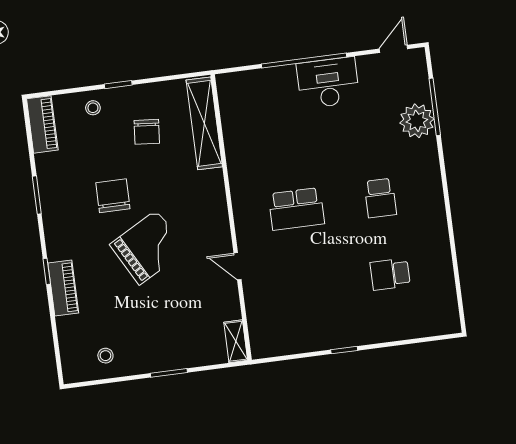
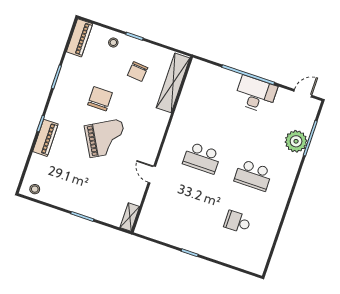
school desk: (380, 198) -> (253, 175), width x1.85
stool: (105, 356) -> (35, 189), moved

